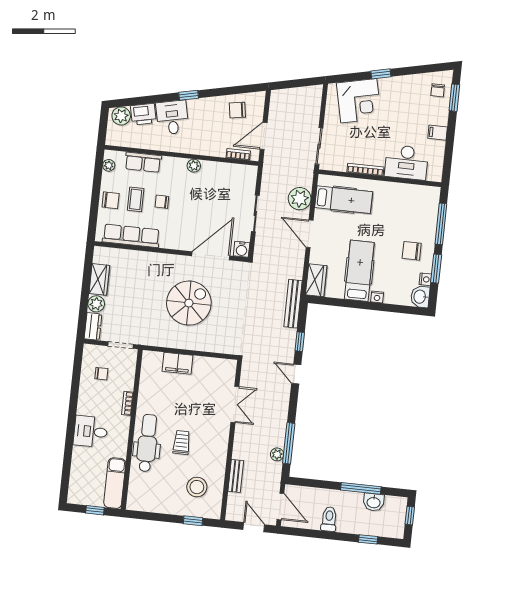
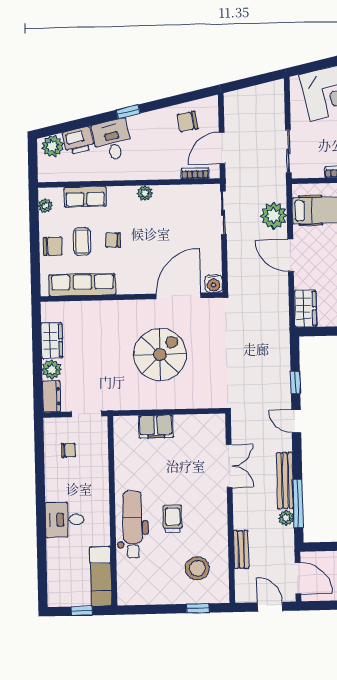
sliding door: (255, 213) -> (223, 213), moved
bench: (293, 304) -> (285, 481), moved
bookcase: (127, 403) -> (103, 481), removed

